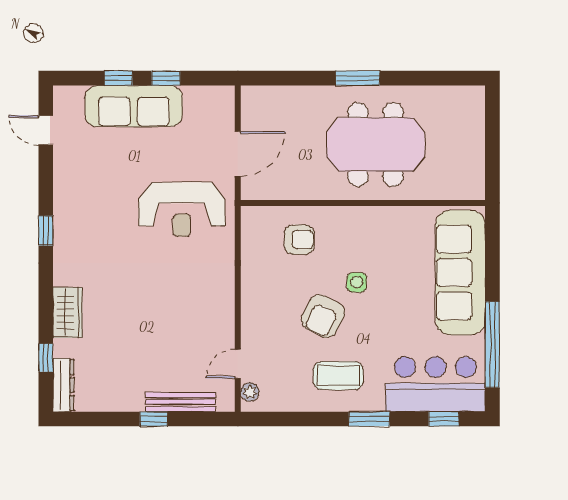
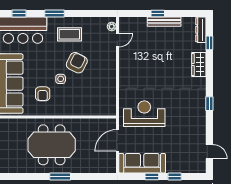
sofa: (134, 106) -> (142, 163), moved
armchair: (299, 240) -> (43, 94), moved, turned -90
bench: (180, 402) -> (164, 22), moved

